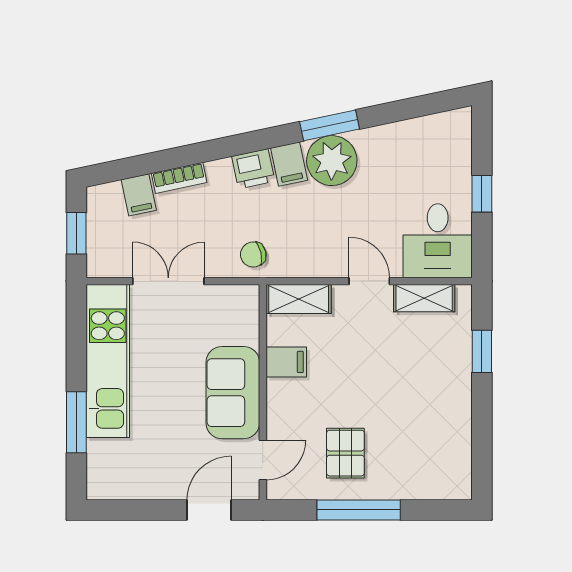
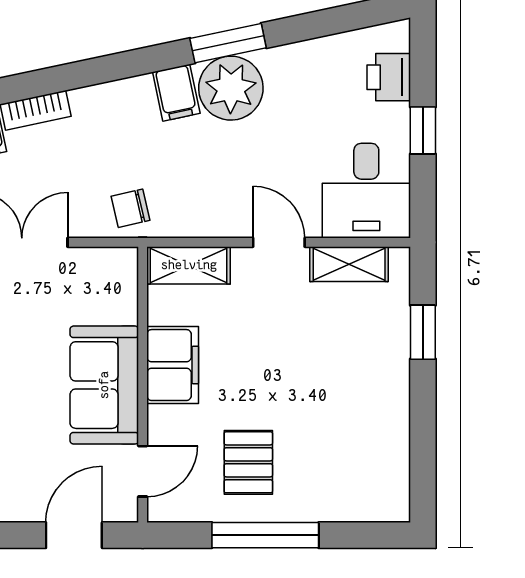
printer: (253, 169) -> (389, 77), moved, turned 102
filing cabinet: (286, 362) -> (173, 365), width x2.00

